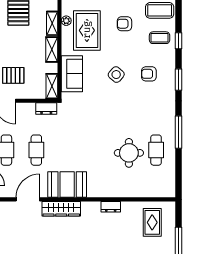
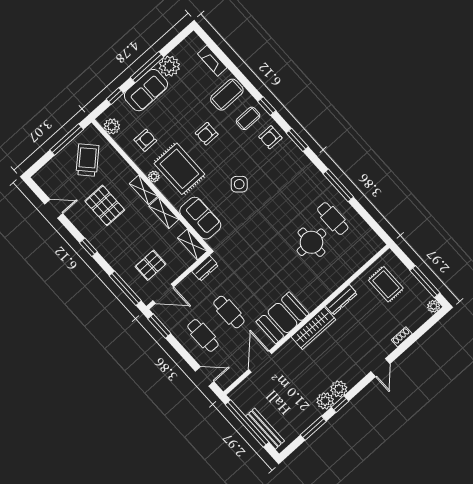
armchair: (149, 74) -> (270, 137), moved
dresser: (111, 207) -> (341, 300), width x1.44
wardrobe: (61, 209) -> (313, 328), moved

